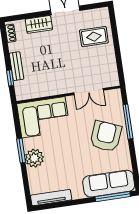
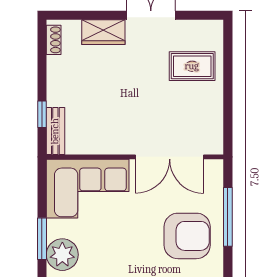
bench: (16, 66) -> (55, 131), moved
double door: (89, 92) -> (170, 157), width x1.37
armchair: (106, 136) -> (187, 236), turned 68

